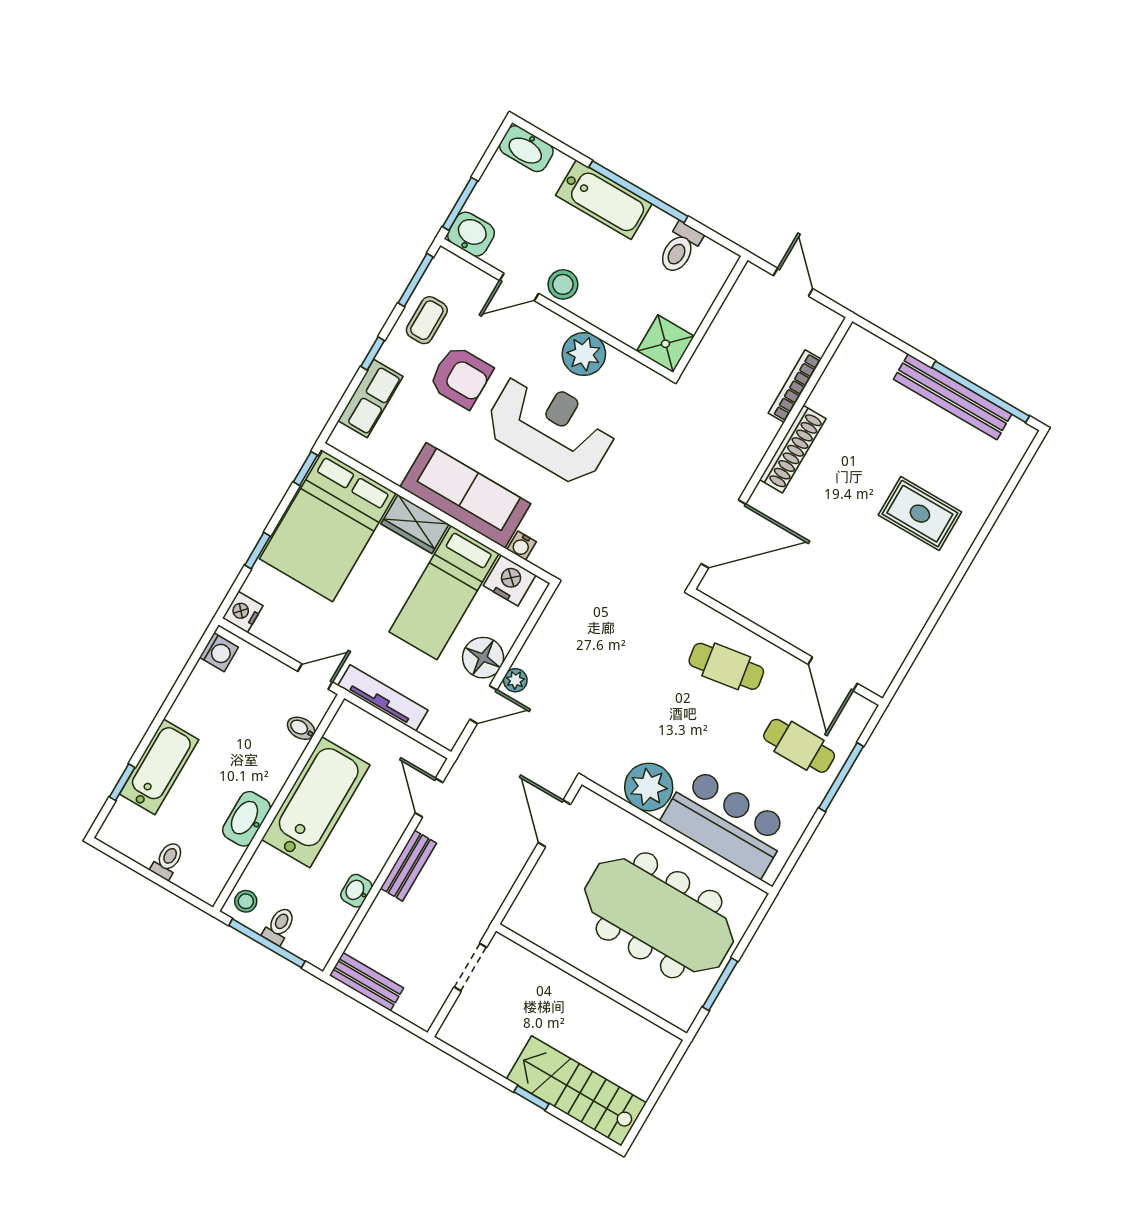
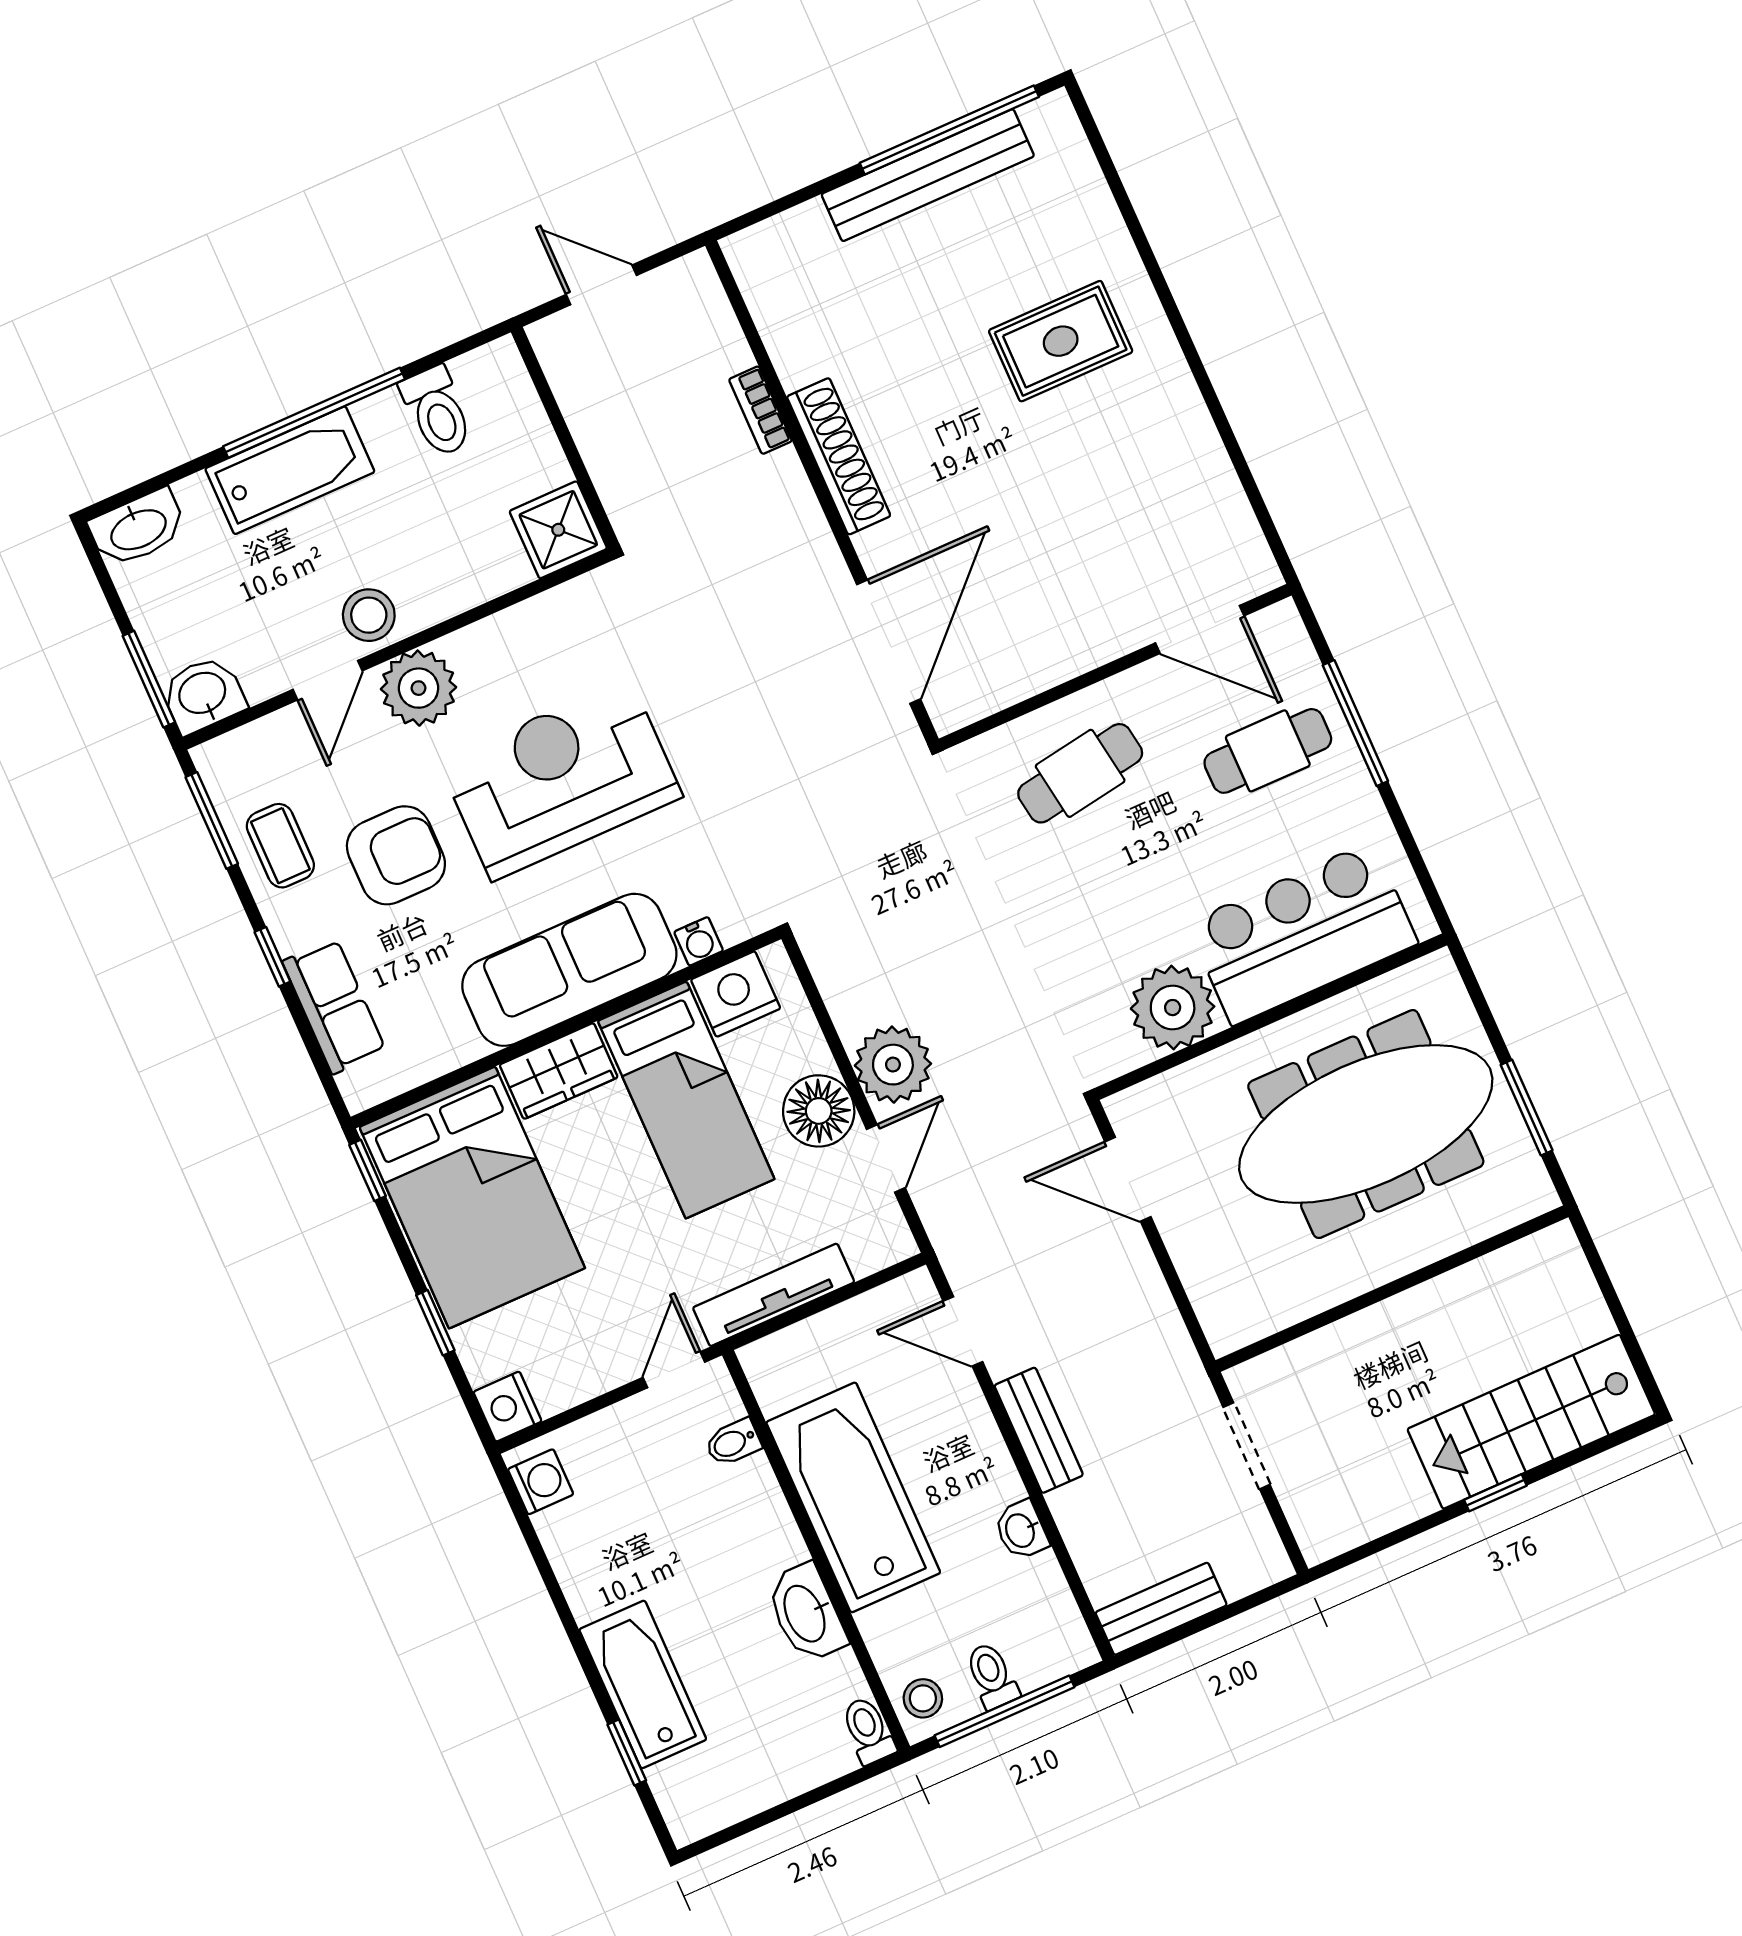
plant: (584, 354) -> (419, 688), moved
bookcase: (795, 386) -> (760, 410), width x0.64
plant: (515, 680) -> (893, 1065), width x1.87, depth x1.87
toilet: (168, 860) -> (868, 1731), moved

